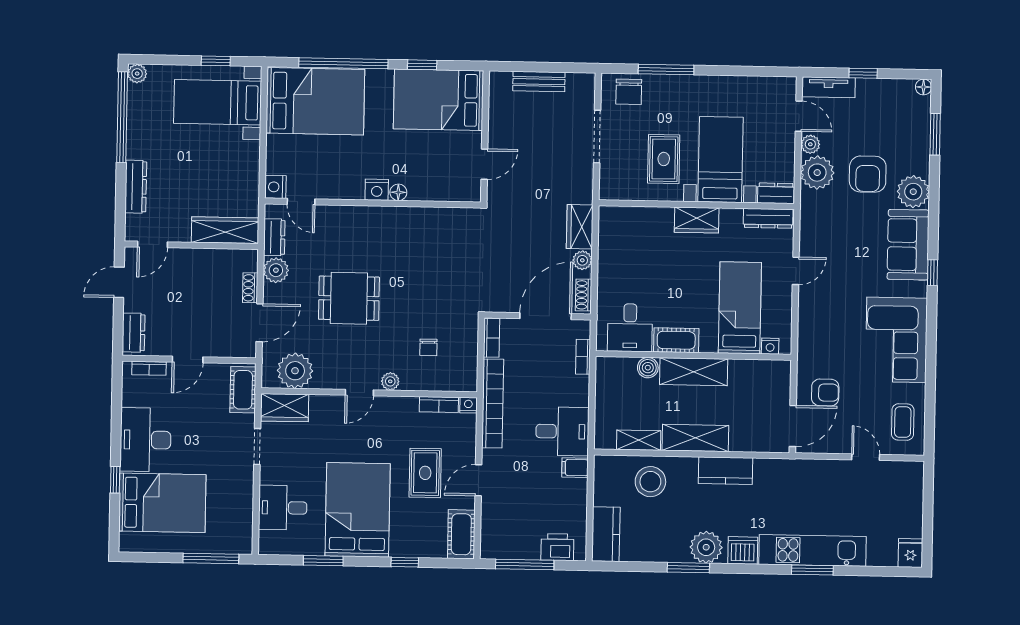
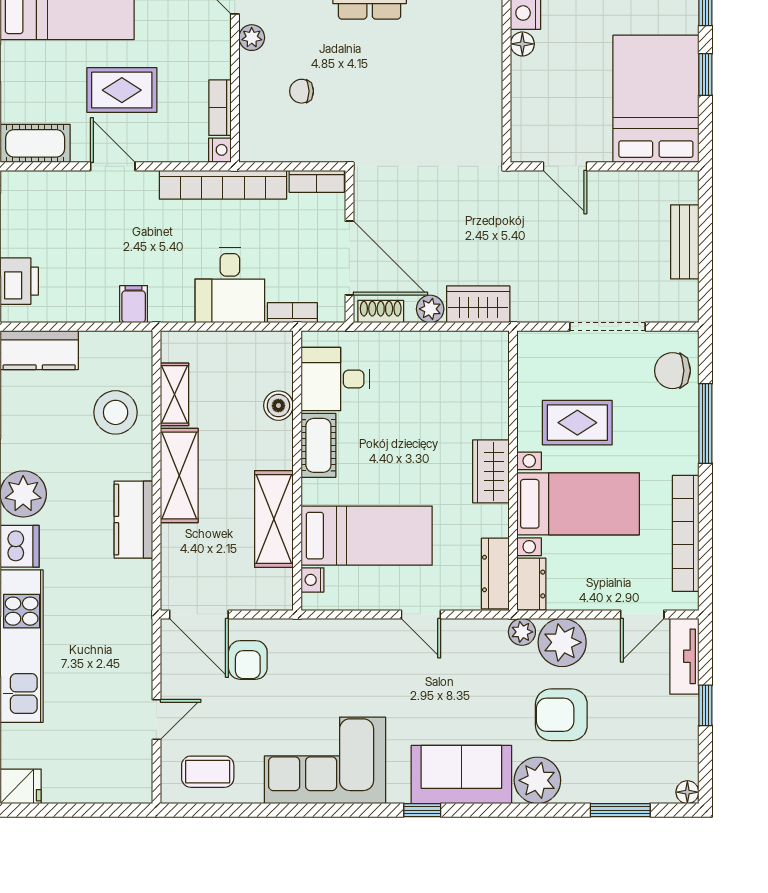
bookcase: (743, 85) -> (686, 533), added
plant: (810, 144) -> (522, 632), moved
shelving: (694, 372) -> (274, 519), moved
desk: (562, 431) -> (230, 285), moved

